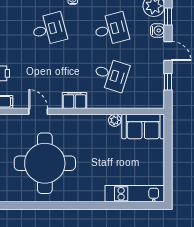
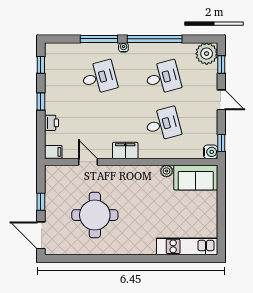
water cooler: (158, 31) -> (211, 152), moved
desk: (111, 75) -> (163, 124), turned -33
window: (168, 82) -> (221, 143), moved
round table: (45, 163) -> (95, 215), width x0.73, depth x0.73

